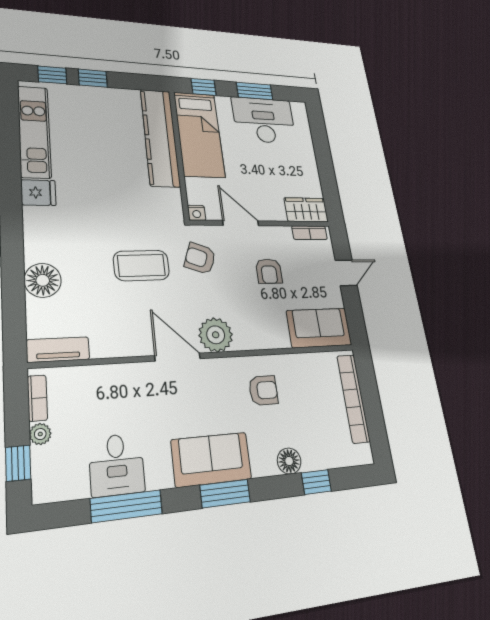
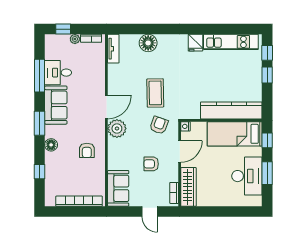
wardrobe: (306, 210) -> (189, 187), width x1.50
sofa: (211, 459) -> (56, 105), moved
floor lamp: (289, 461) -> (51, 145), moved

